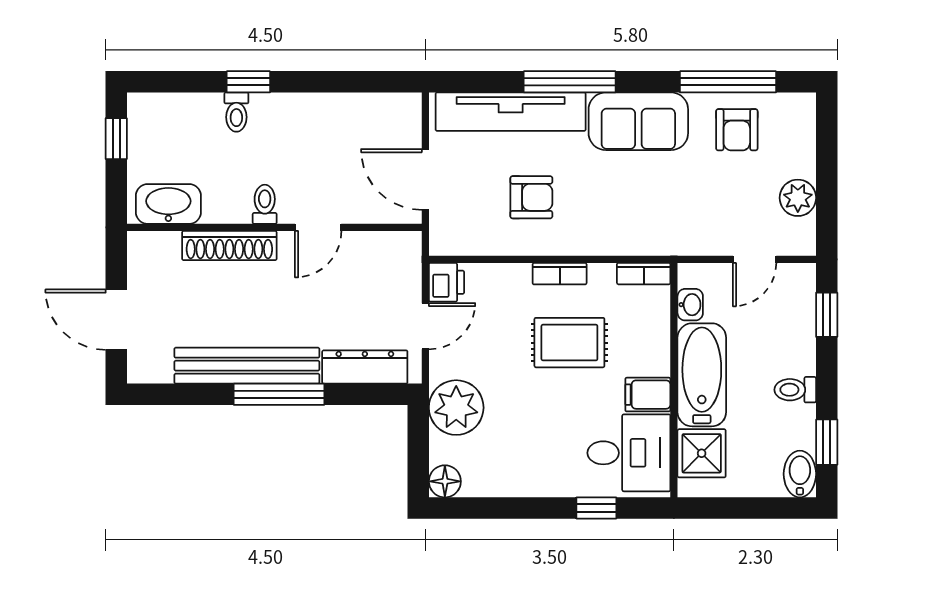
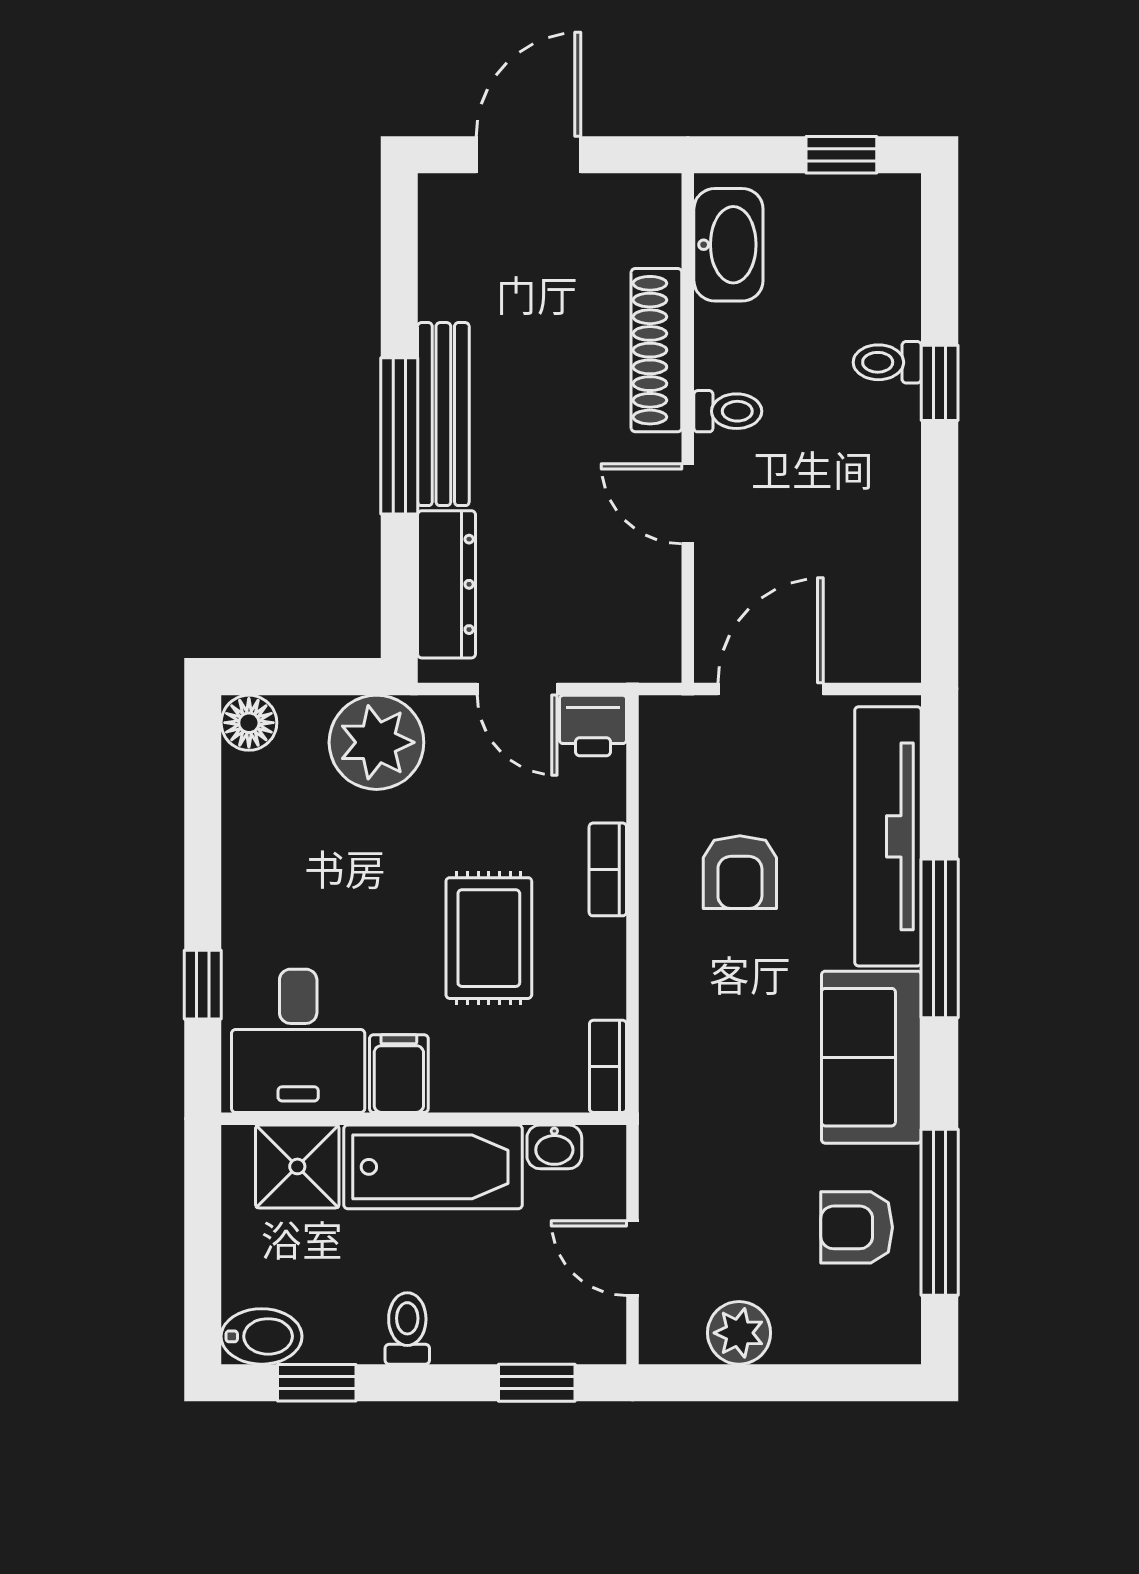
bookcase: (560, 274) -> (608, 869), moved
bench: (247, 366) -> (443, 414), width x0.73, depth x0.82

